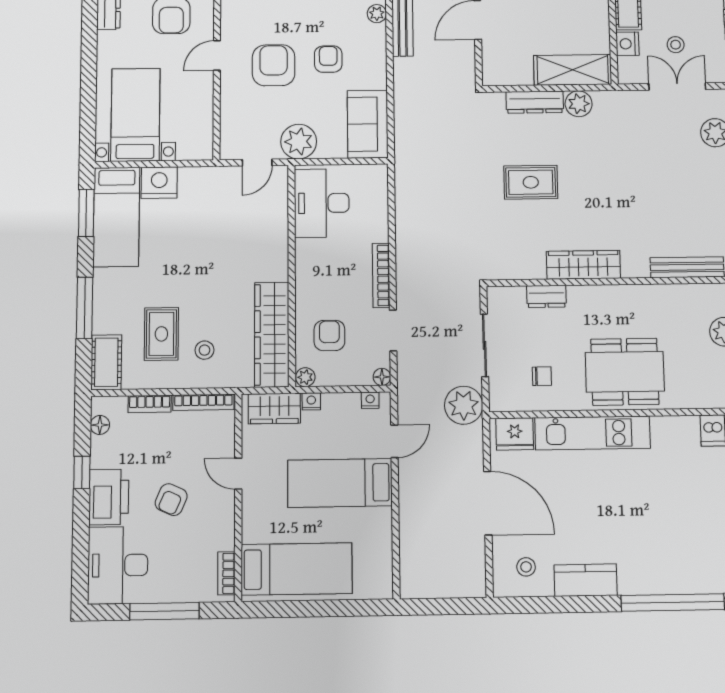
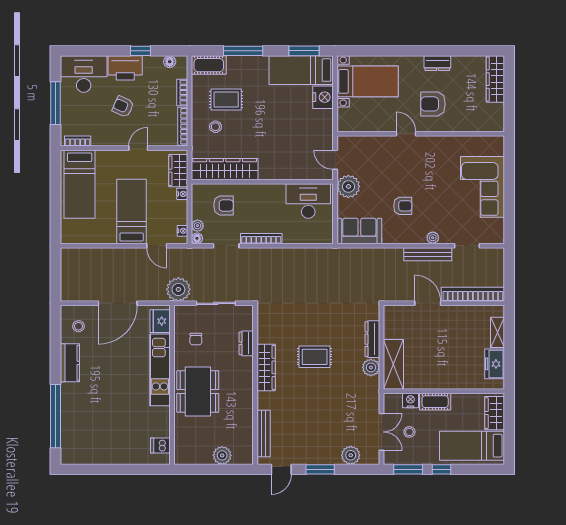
armchair: (274, 65) -> (399, 170), removed
rug: (531, 182) -> (315, 357), moved, turned 90
plant: (305, 377) -> (197, 226), moved

